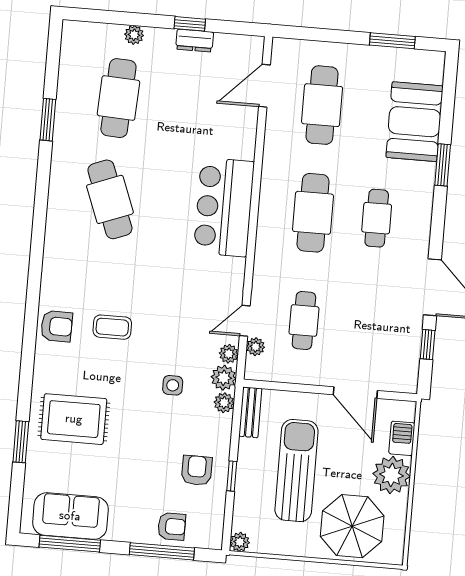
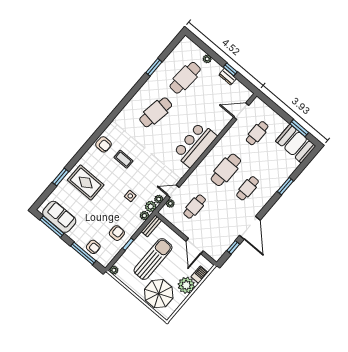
cafe table: (322, 105) -> (257, 133), width x0.73, depth x0.74
booth: (415, 122) -> (296, 144), moved, turned 90
cafe table: (110, 199) -> (156, 112), turned 30

